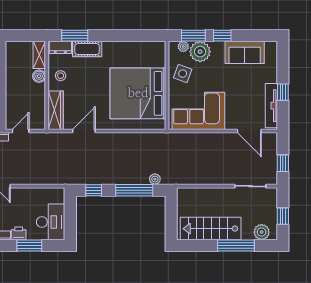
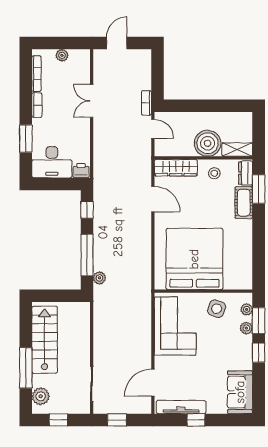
plant: (200, 52) -> (246, 328), width x0.53, depth x0.53
sofa: (245, 52) -> (240, 392), moved
boiler: (39, 76) -> (208, 143), width x1.86, depth x1.86
printer: (19, 233) -> (81, 171), moved, turned -90

